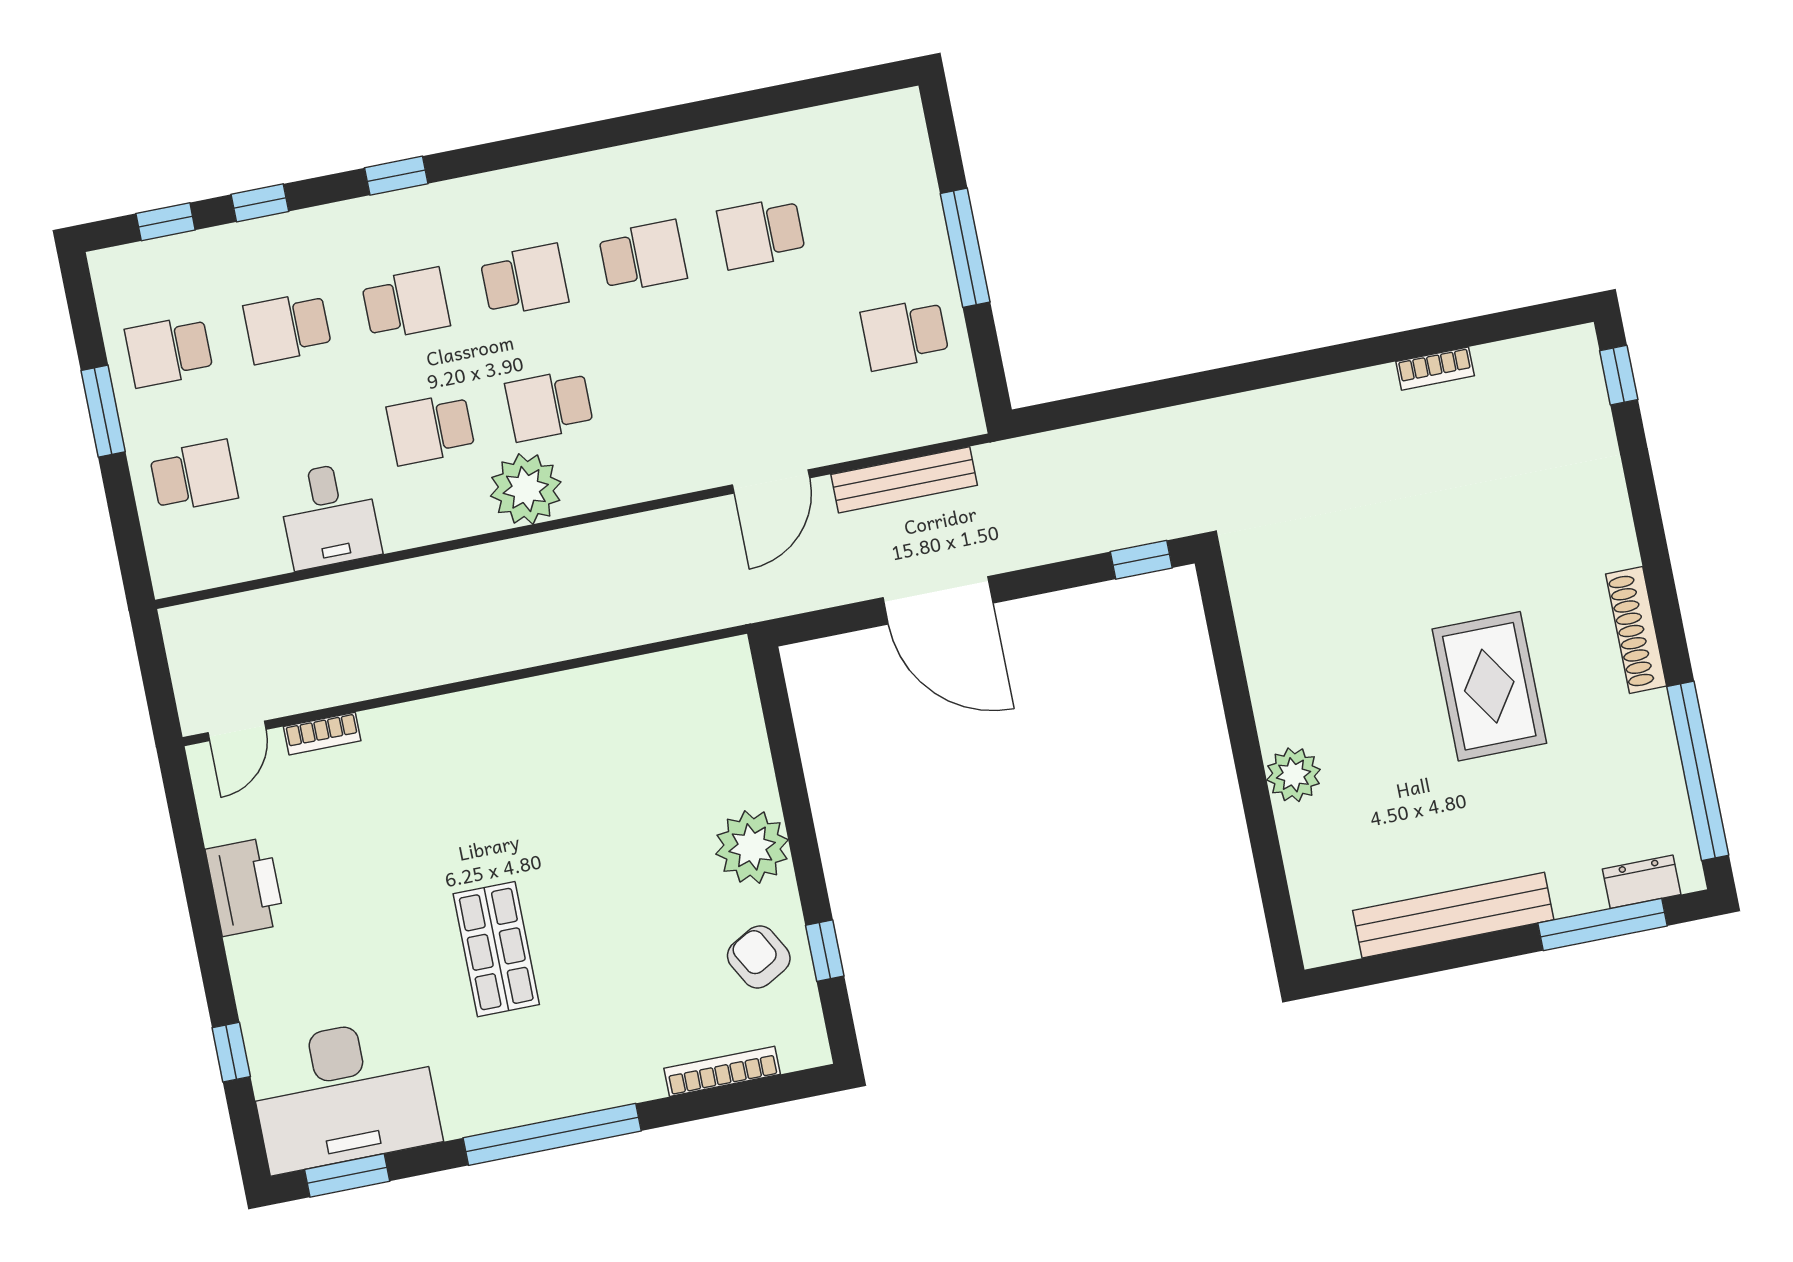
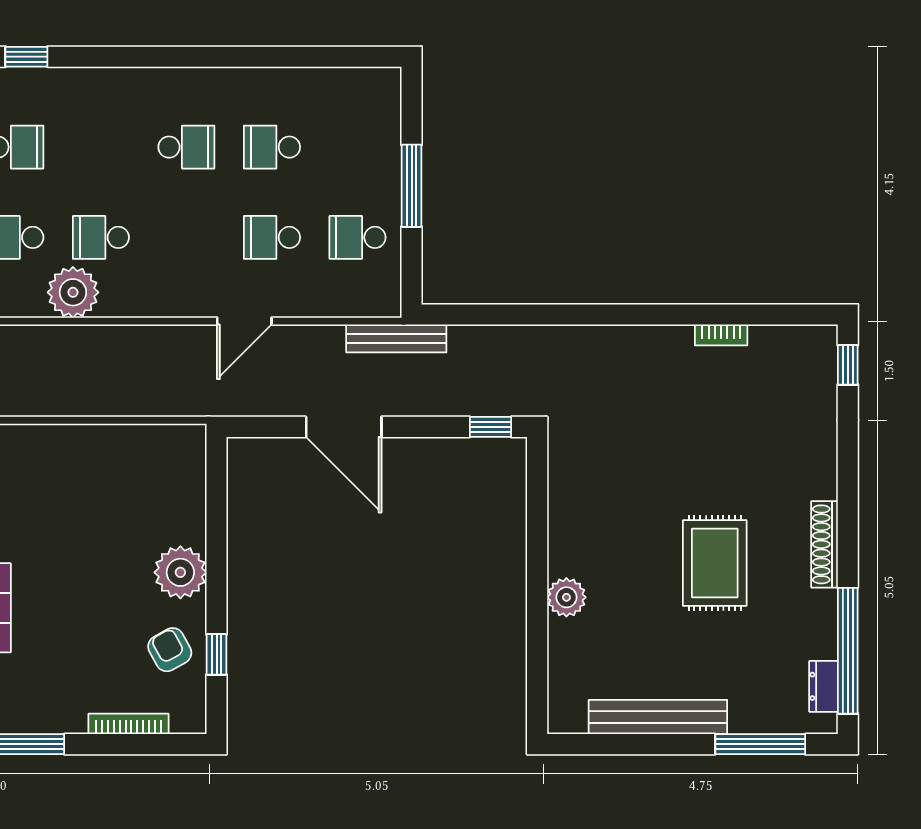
school desk: (524, 280) -> (272, 237), moved, turned 180
bench: (904, 480) -> (396, 338), moved
dresser: (1642, 882) -> (824, 686), moved, turned -90

